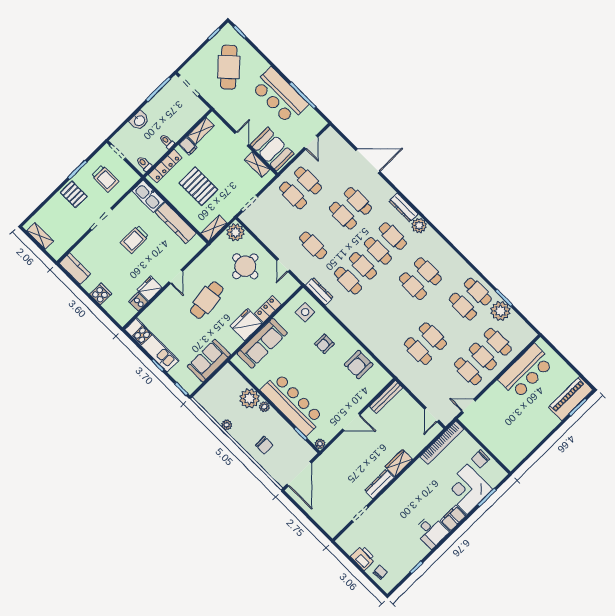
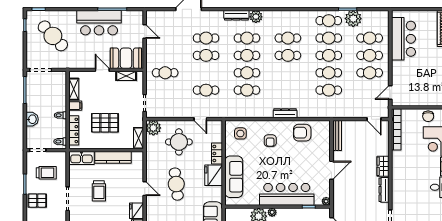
cafe table: (308, 180) -> (329, 55), moved
dresser: (319, 291) -> (285, 113), moved
armchair: (359, 365) -> (302, 133), turned 90

